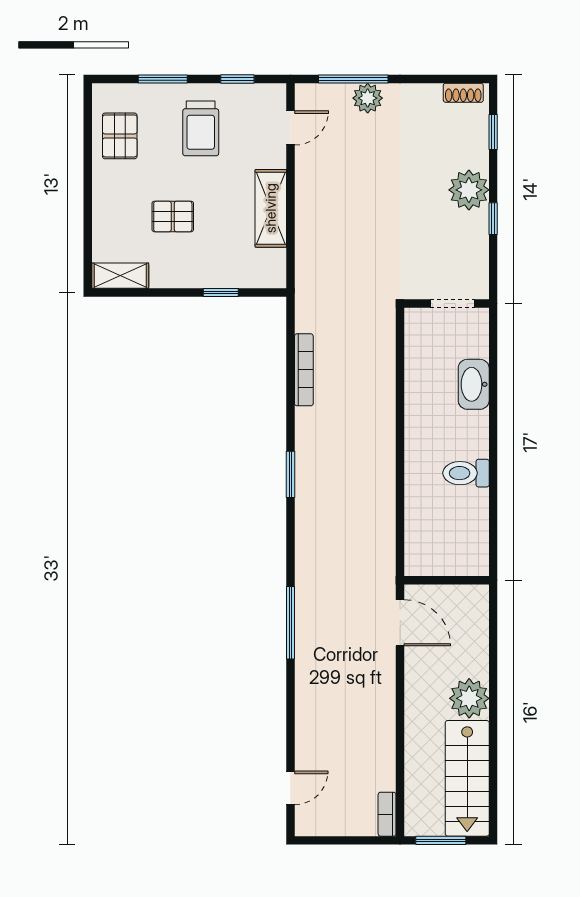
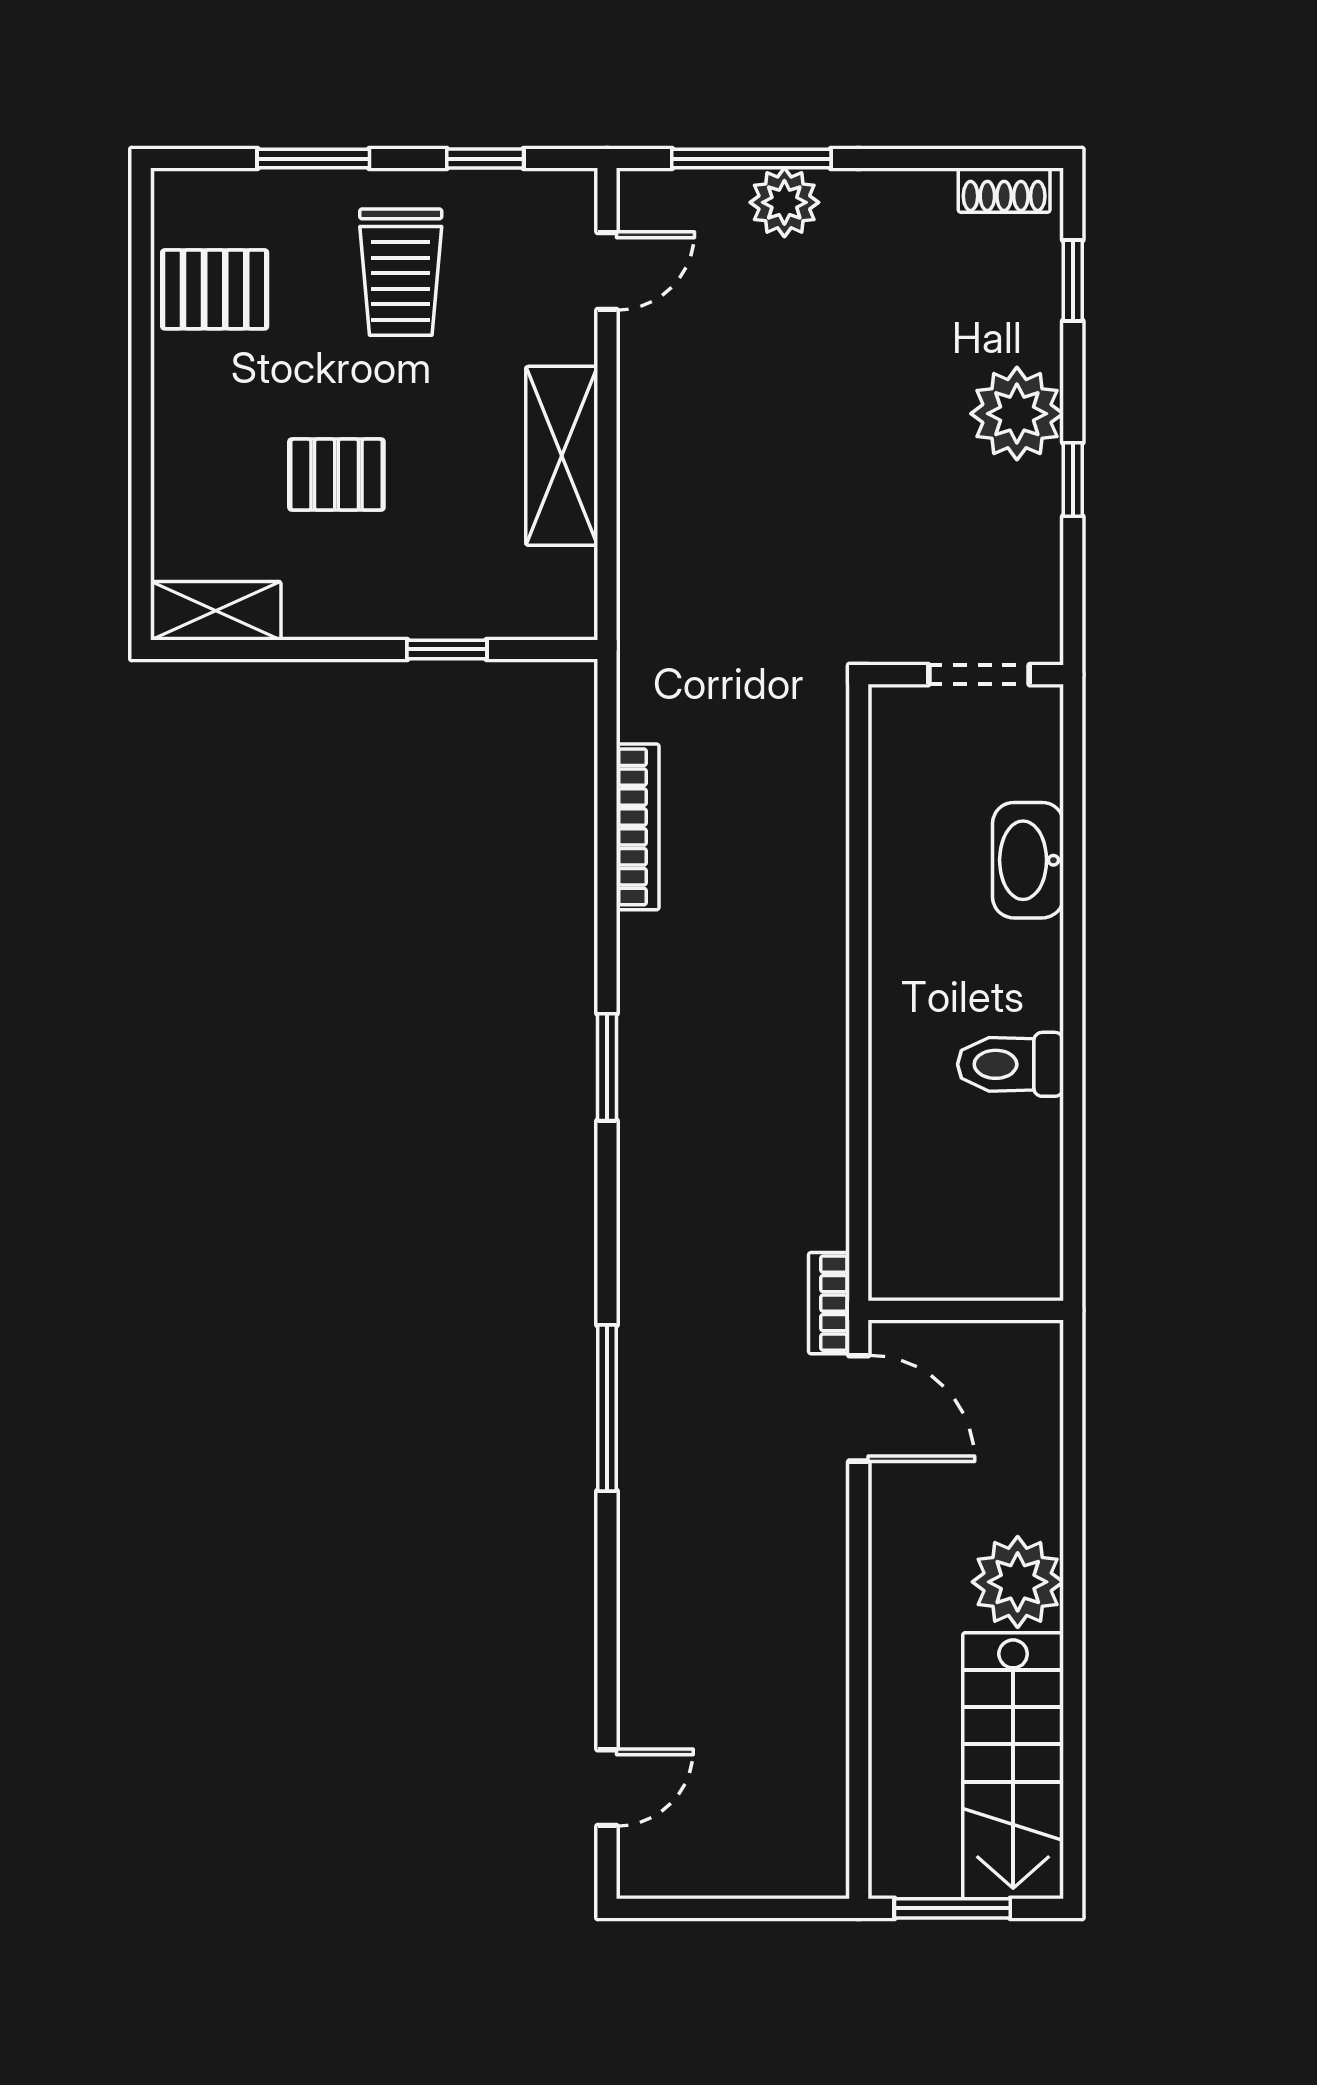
pallet: (120, 136) -> (215, 289), turned 90
bookcase: (387, 814) -> (829, 1303), moved

